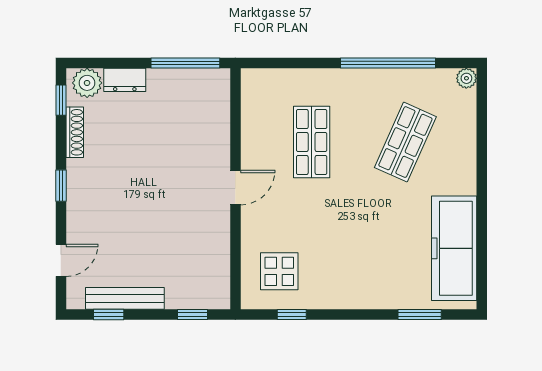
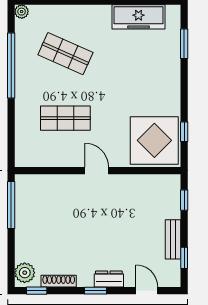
dresser: (125, 80) -> (109, 279), moved, turned -90
freezer: (454, 248) -> (139, 17), width x0.73, depth x0.79
display table: (279, 271) -> (154, 140), width x1.86, depth x1.86
bench: (125, 298) -> (173, 239), width x0.73

